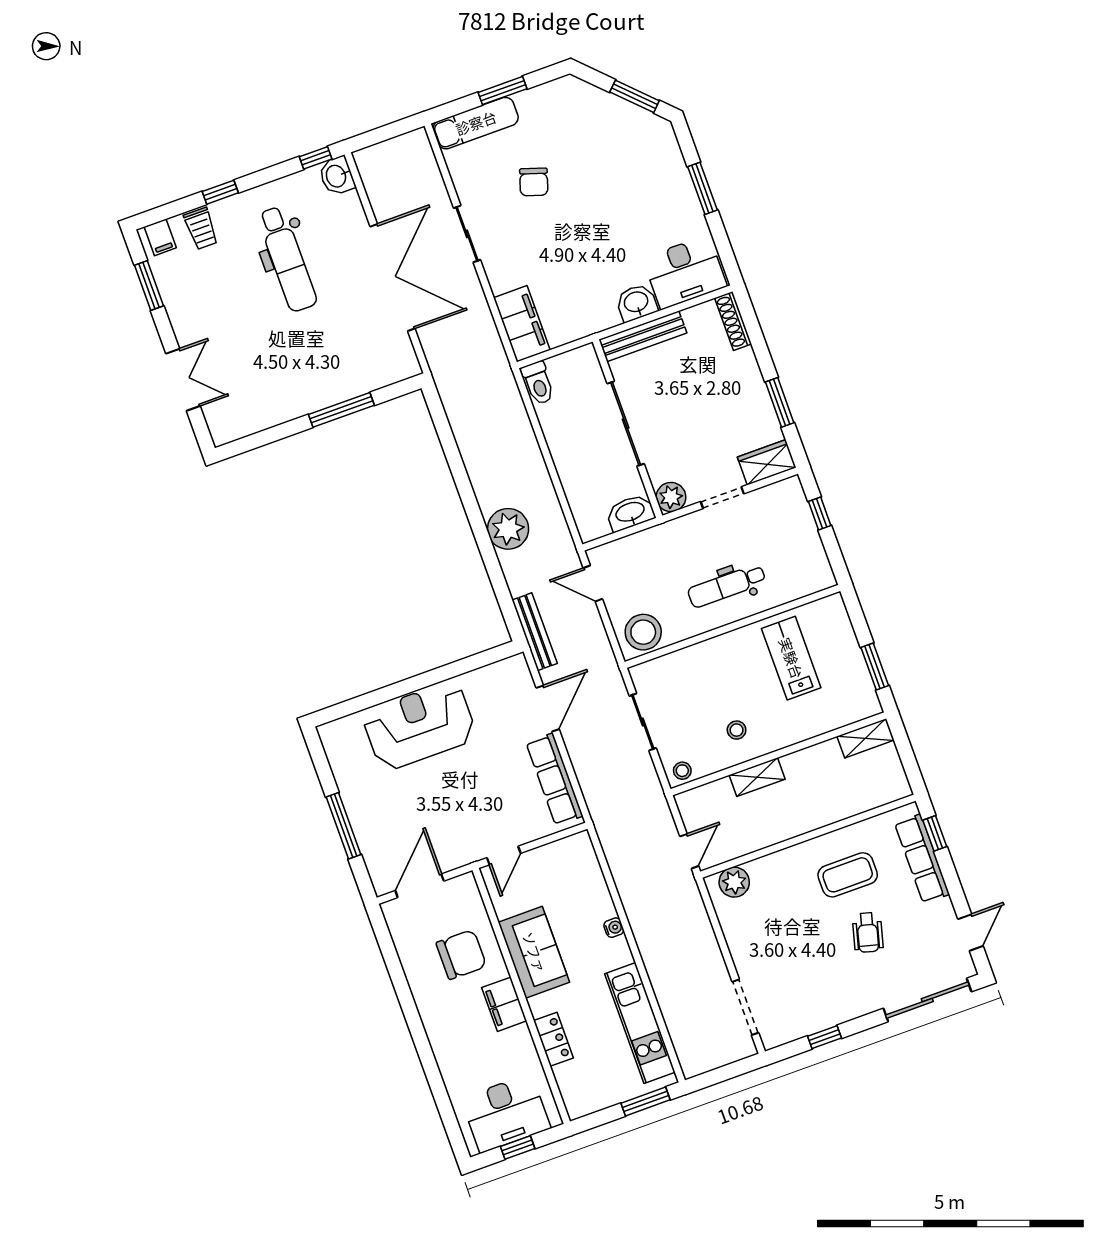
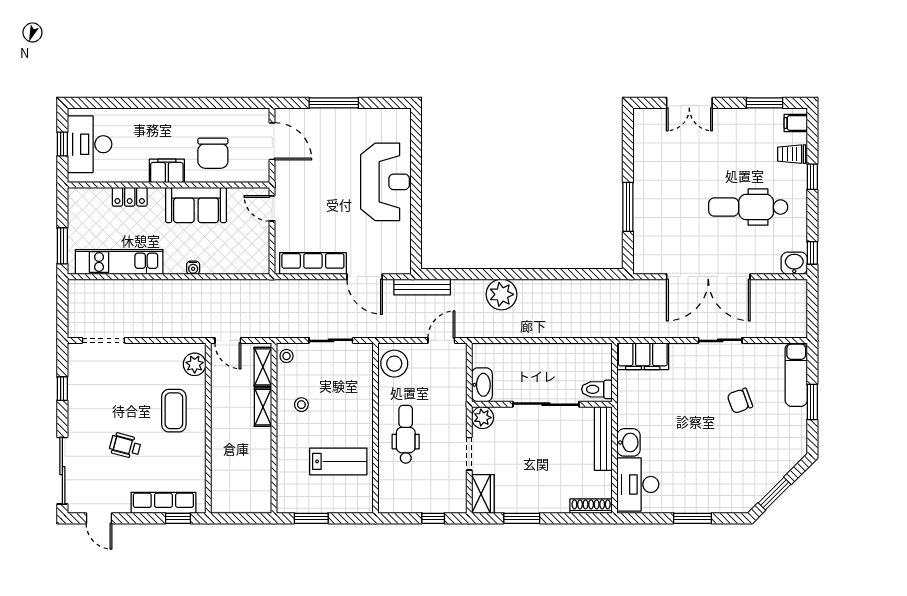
chair: (534, 182) -> (740, 401), turned -38
toilet: (538, 383) -> (597, 389), moved
shelving: (865, 738) -> (263, 367), moved
coffee table: (848, 875) -> (174, 411), moved

